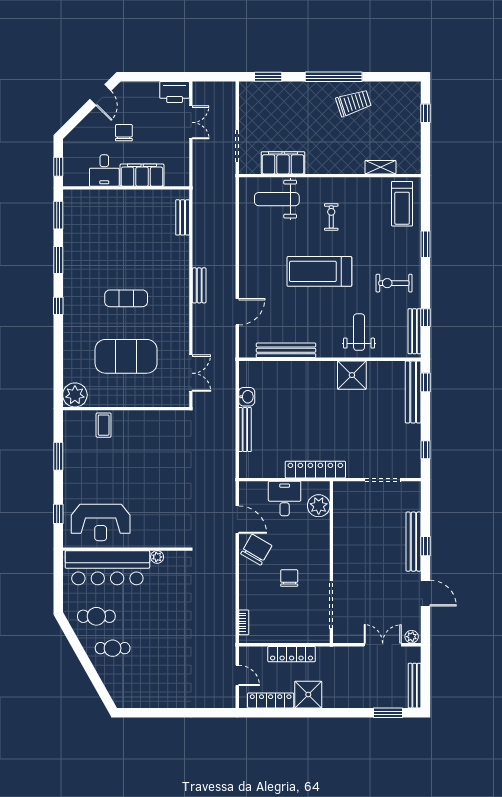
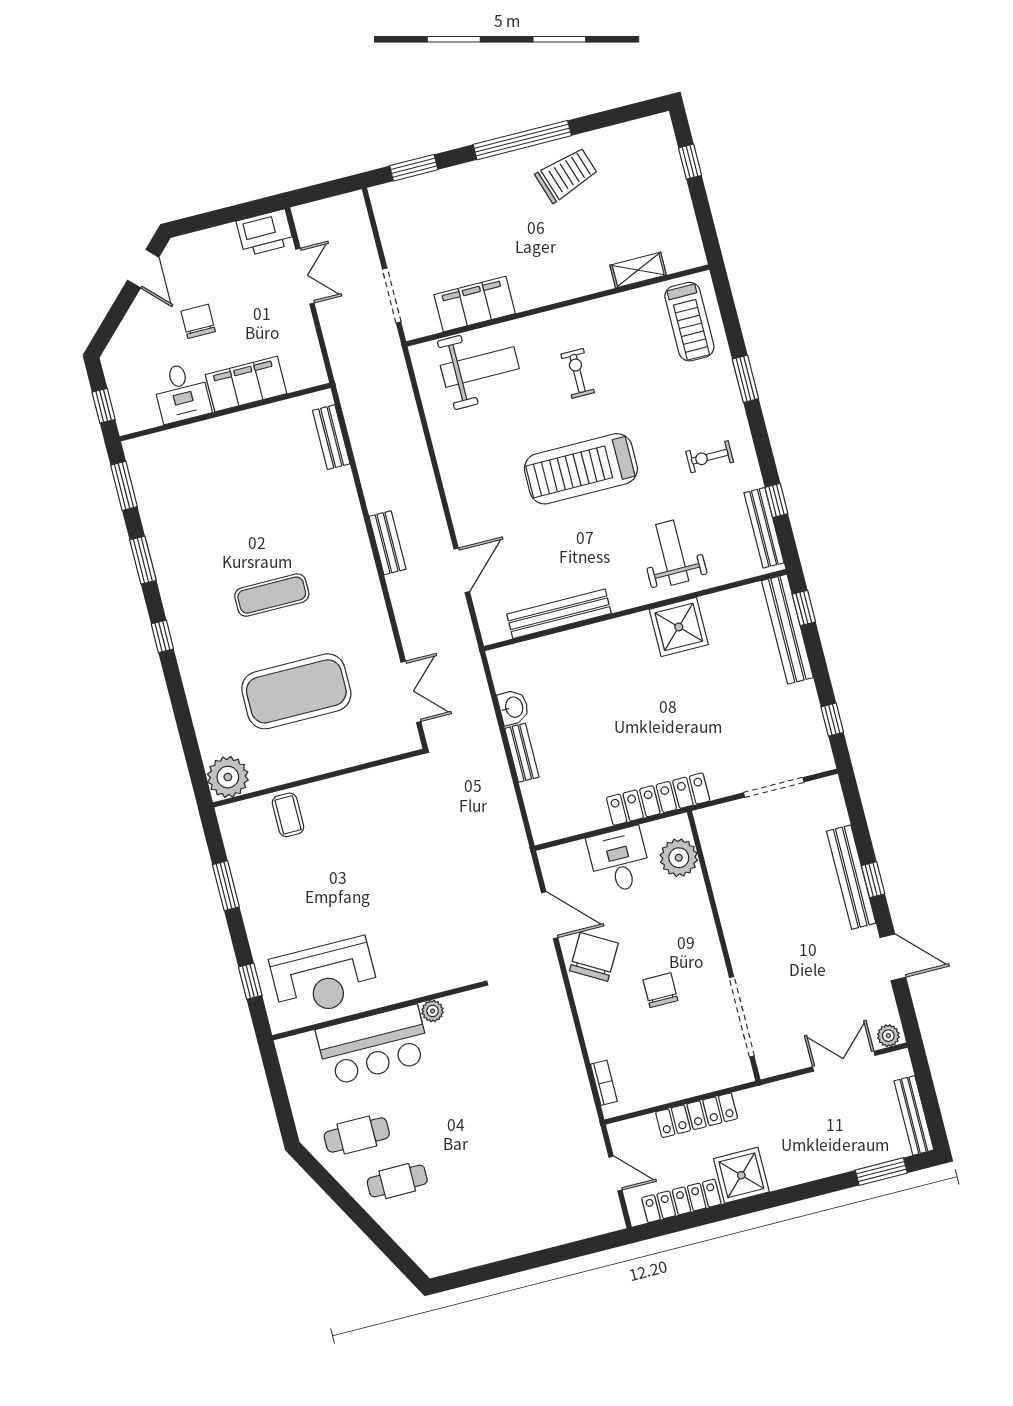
weight bench: (277, 199) -> (480, 367), turned 180
exercise bike: (394, 283) -> (710, 457), width x0.73, depth x0.72
bench: (245, 430) -> (522, 753), width x0.73
bar counter: (107, 568) -> (373, 1045), width x0.73

